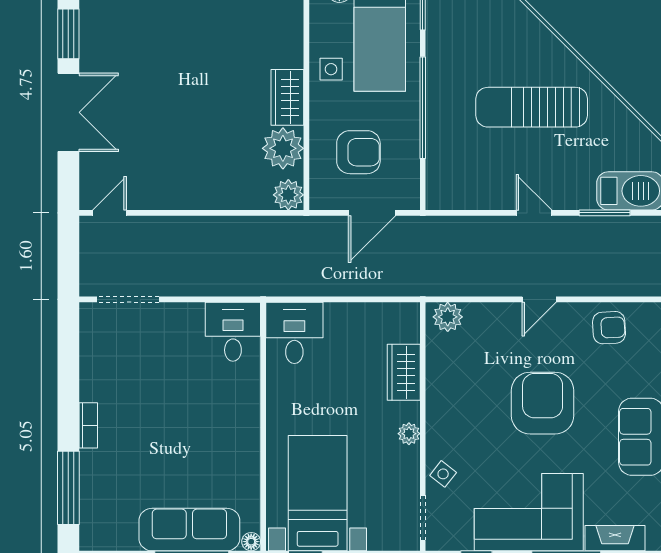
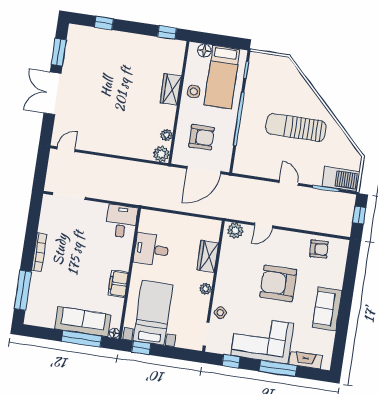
wardrobe: (287, 97) -> (171, 89), moved
double door: (68, 112) -> (53, 93), swing flipped
plant: (283, 148) -> (167, 135), width x0.53, depth x0.53
door: (372, 213) -> (204, 170), width x1.36
door: (539, 299) -> (264, 226), moved
desk: (294, 333) -> (151, 249), moved, turned -90
armchair: (543, 403) -> (278, 283), turned -90
bookcase: (88, 425) -> (39, 252), width x1.56
filing cabinet: (244, 449) -> (118, 284), added

